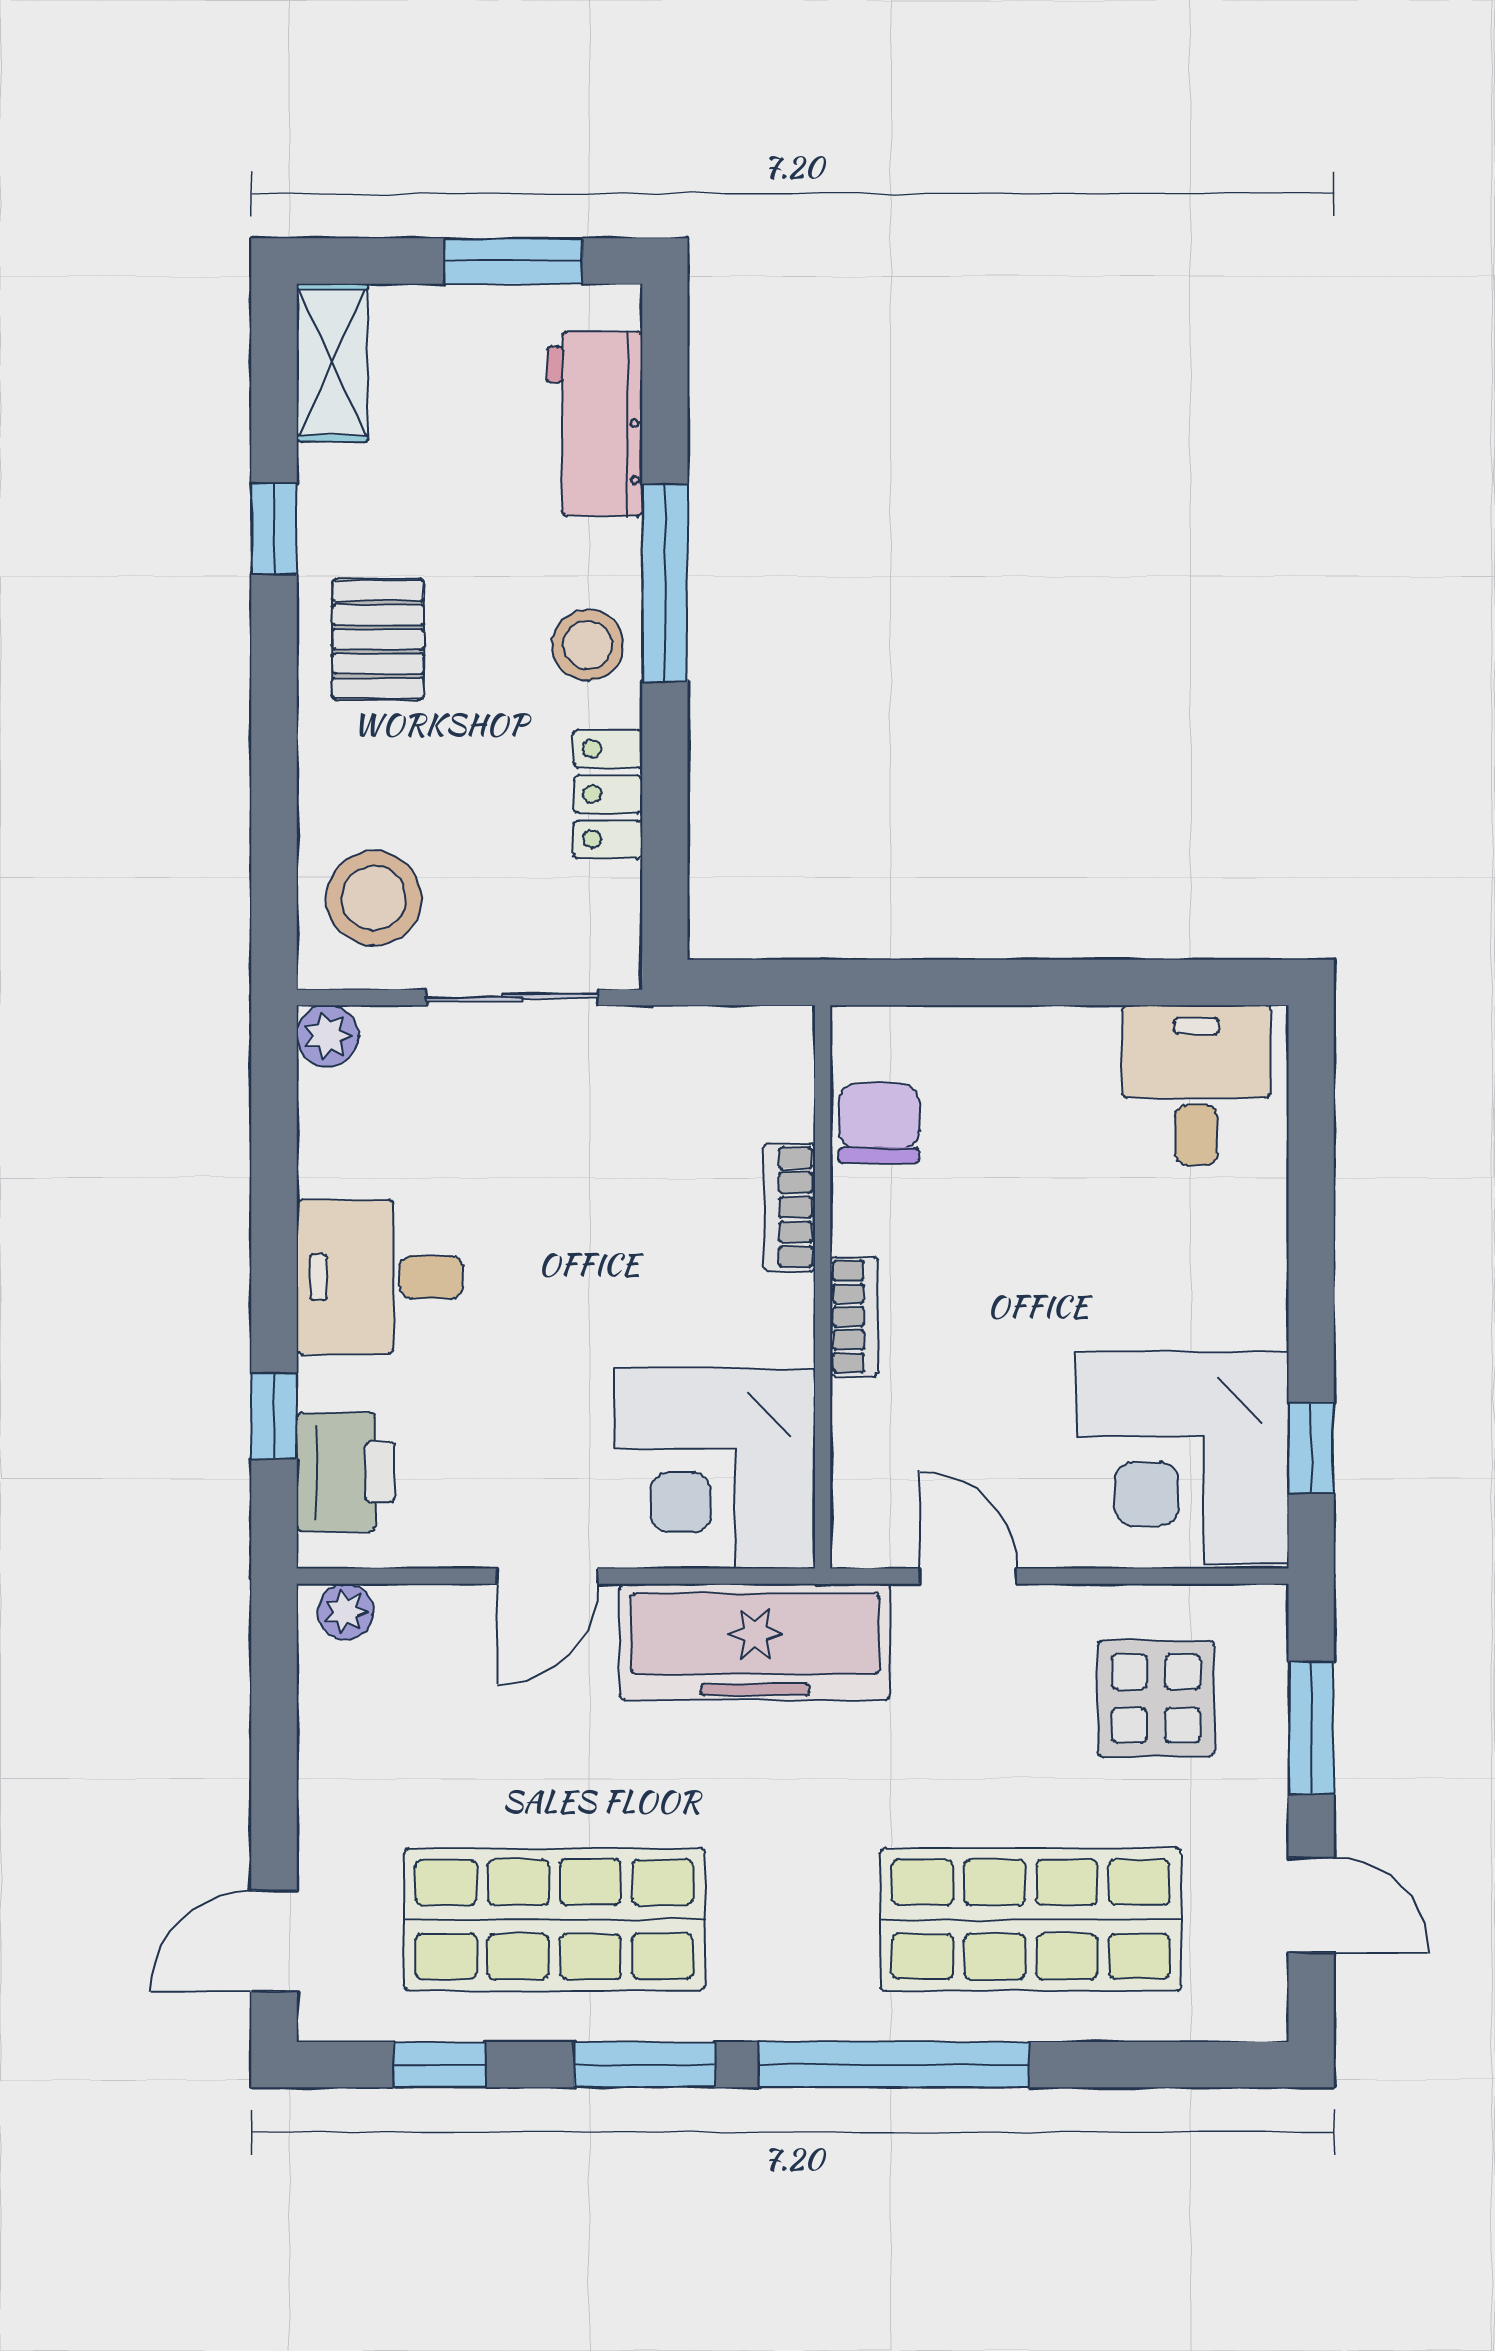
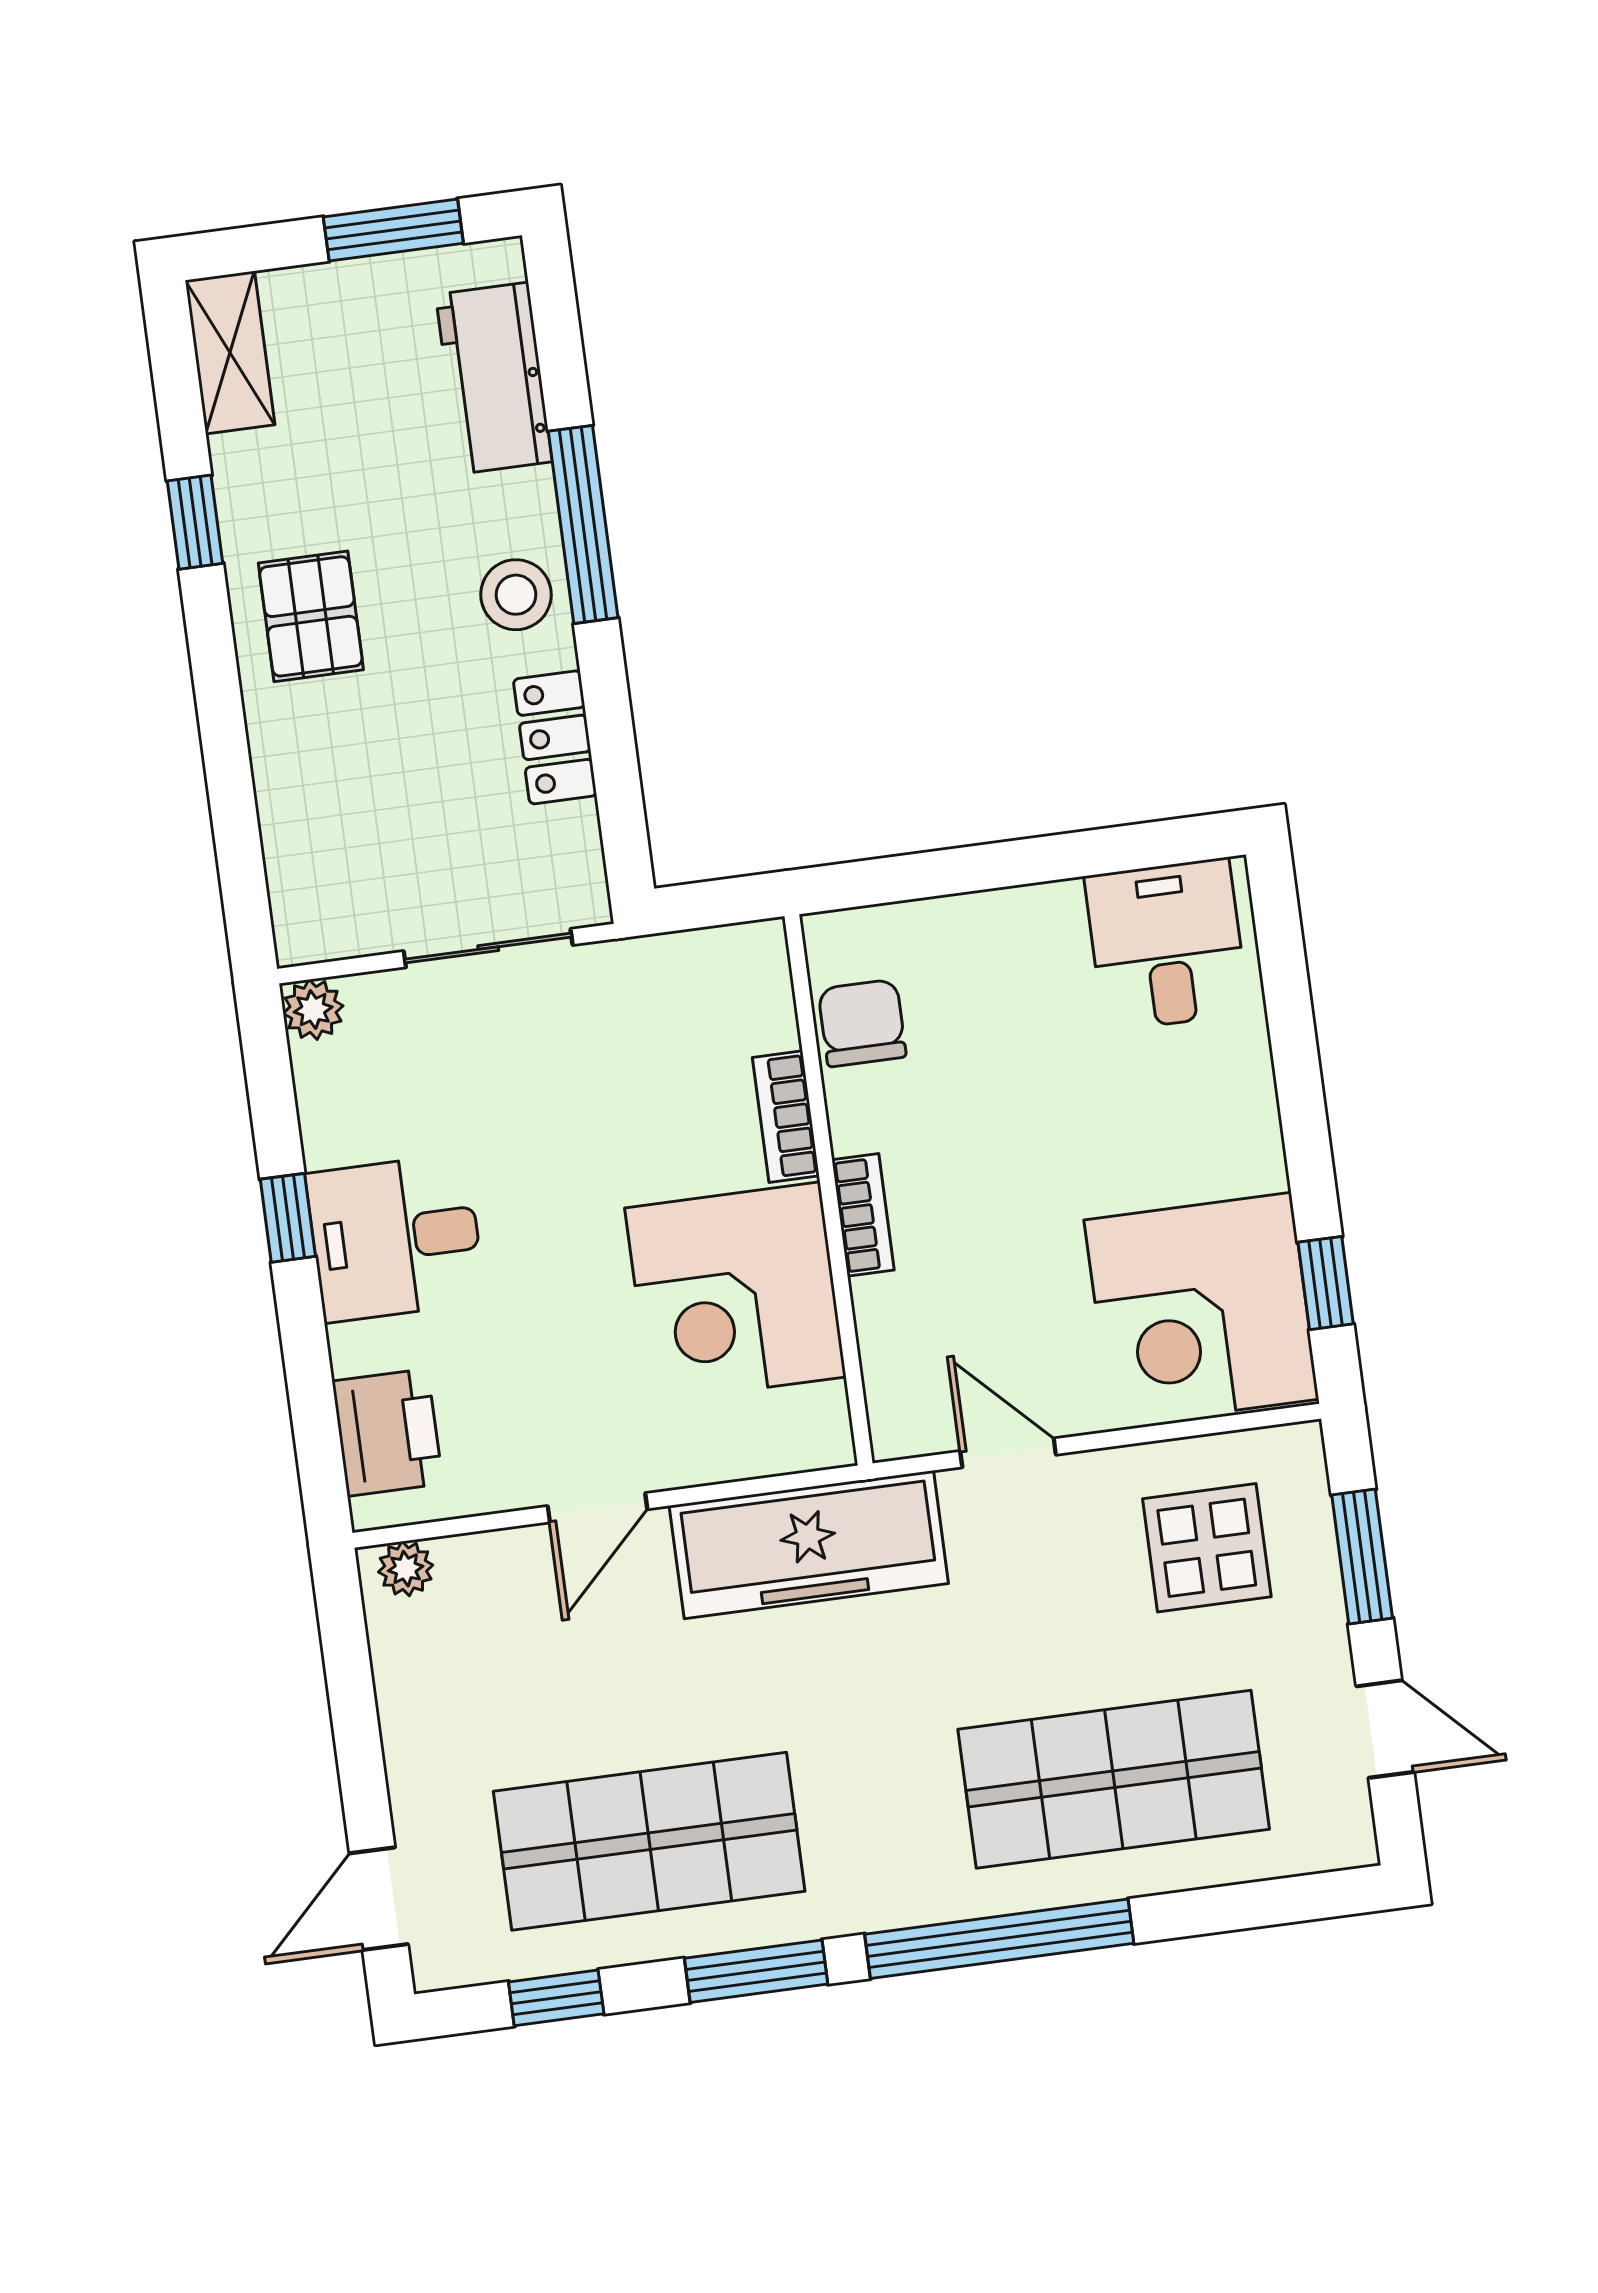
stool: (374, 898) -> (340, 869), removed
window: (274, 1416) -> (288, 1218), moved
corner desk: (715, 1468) -> (735, 1292), moved

